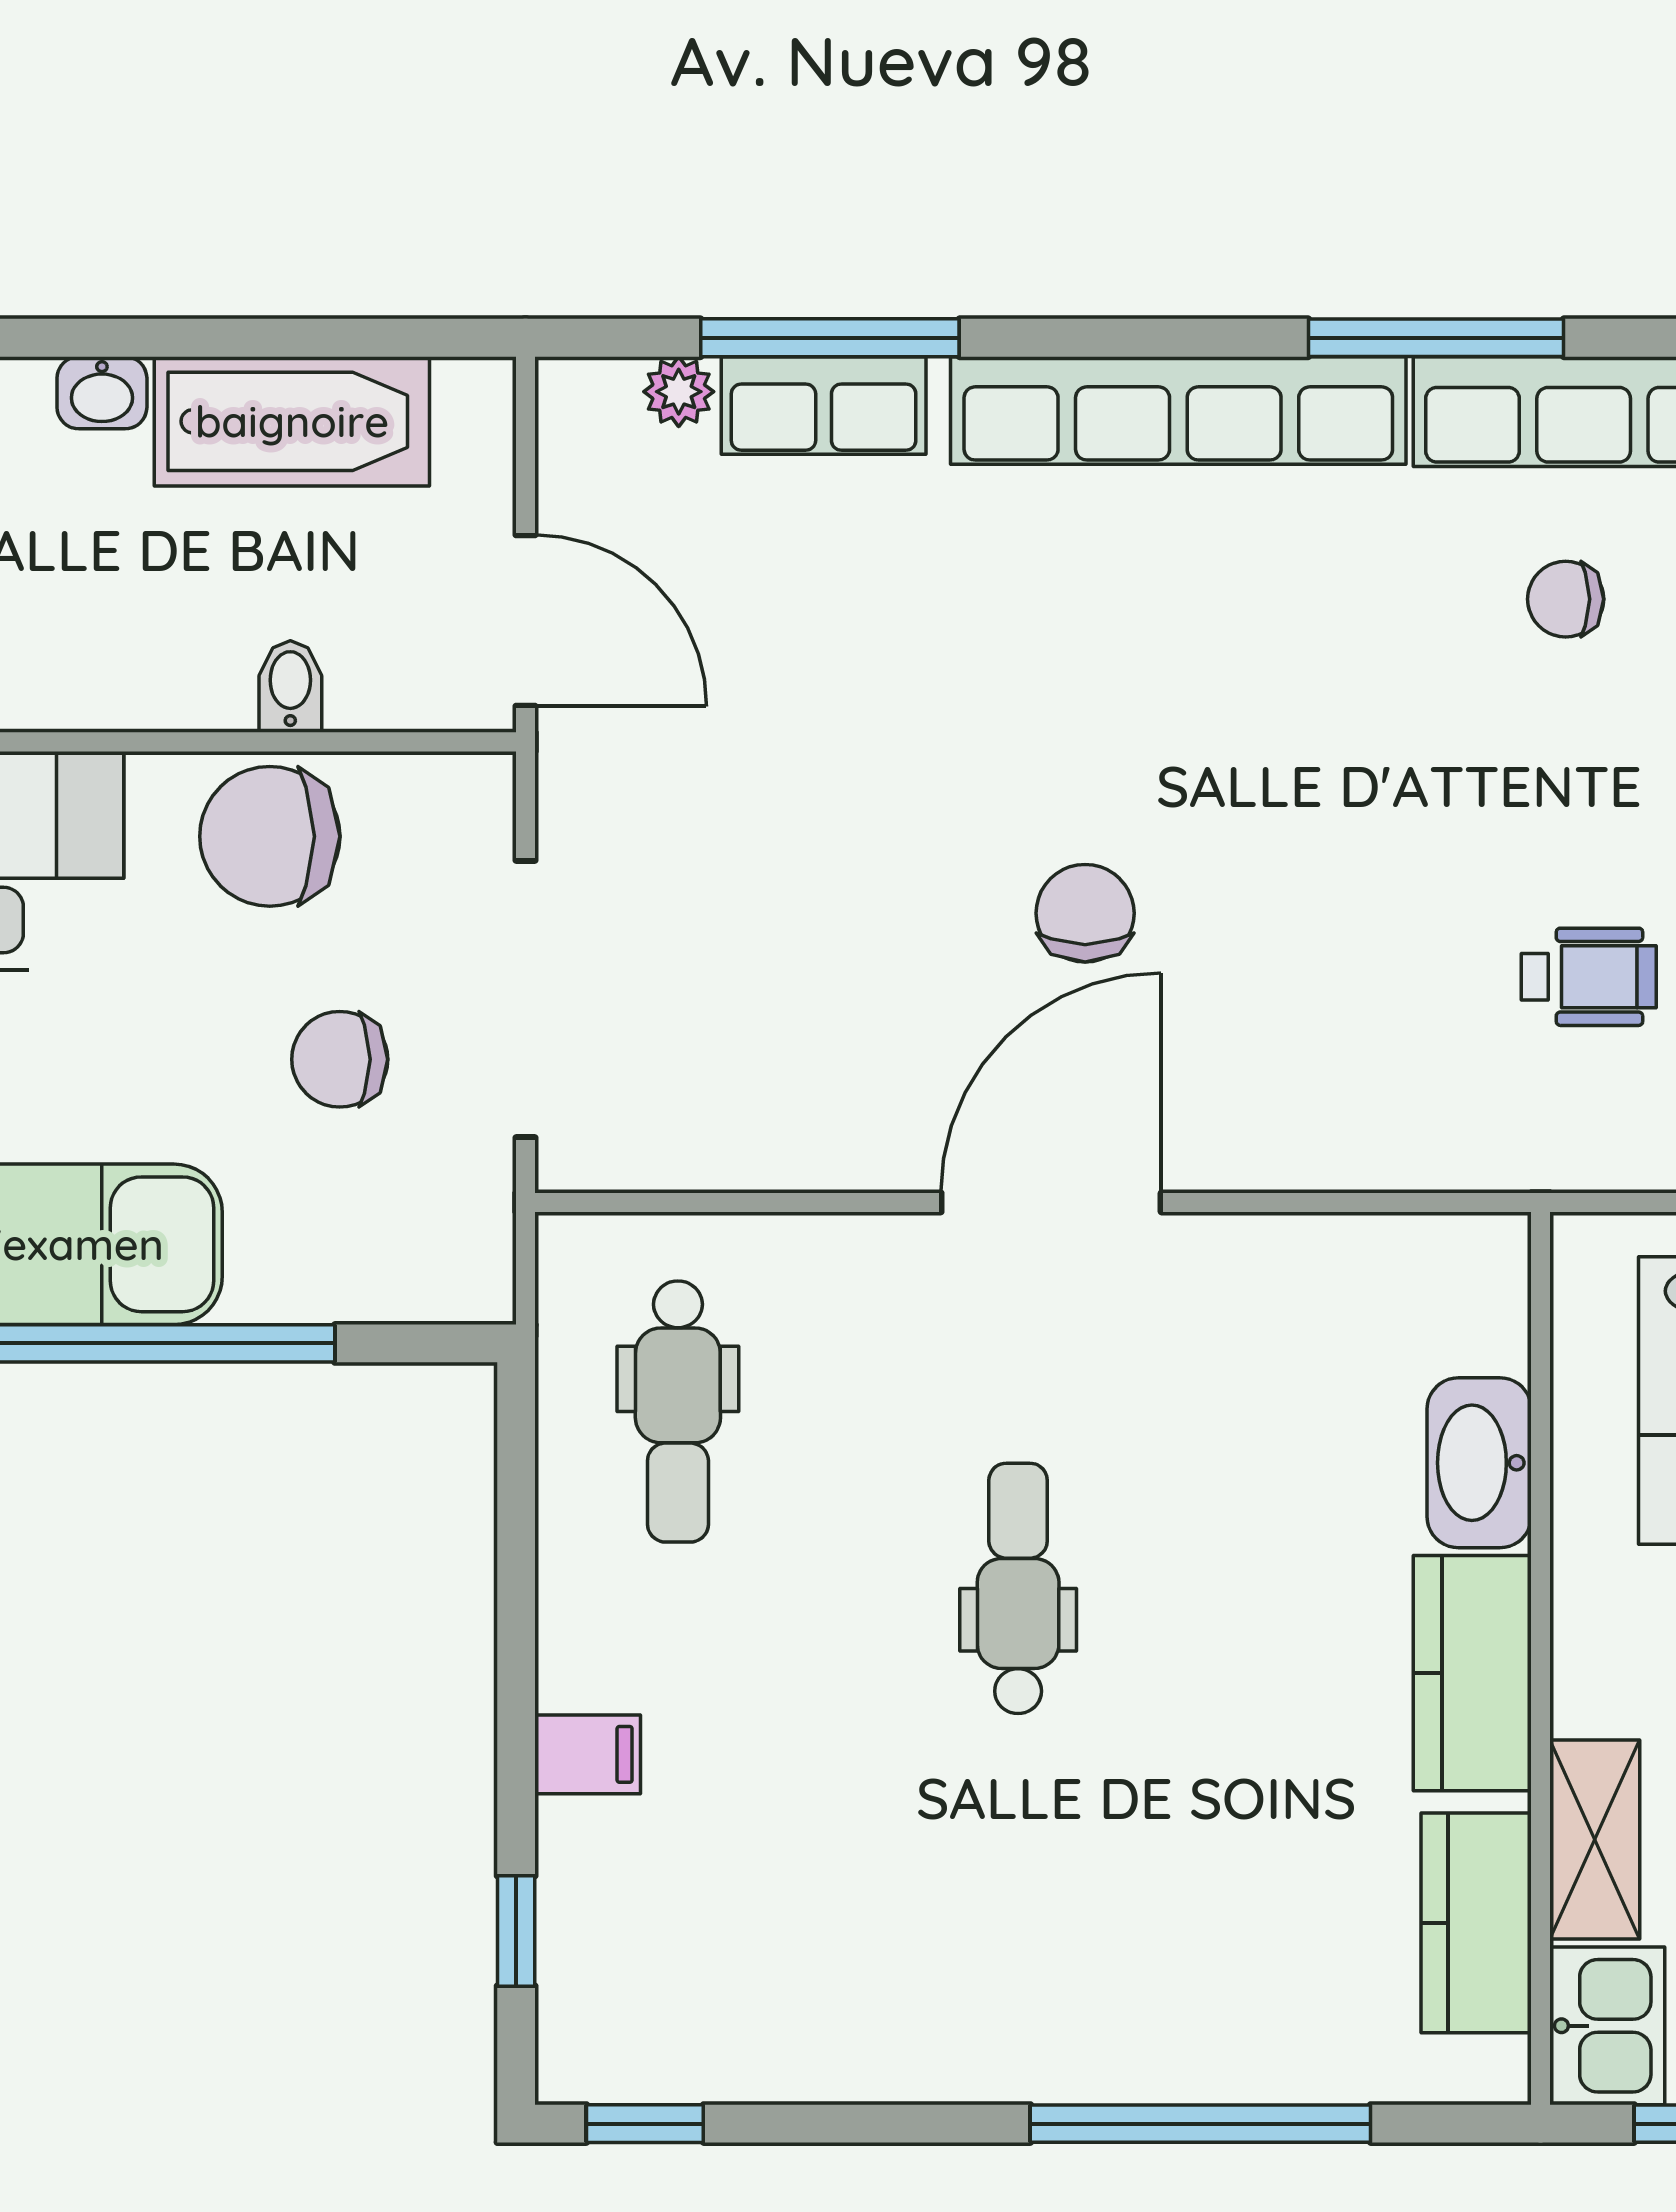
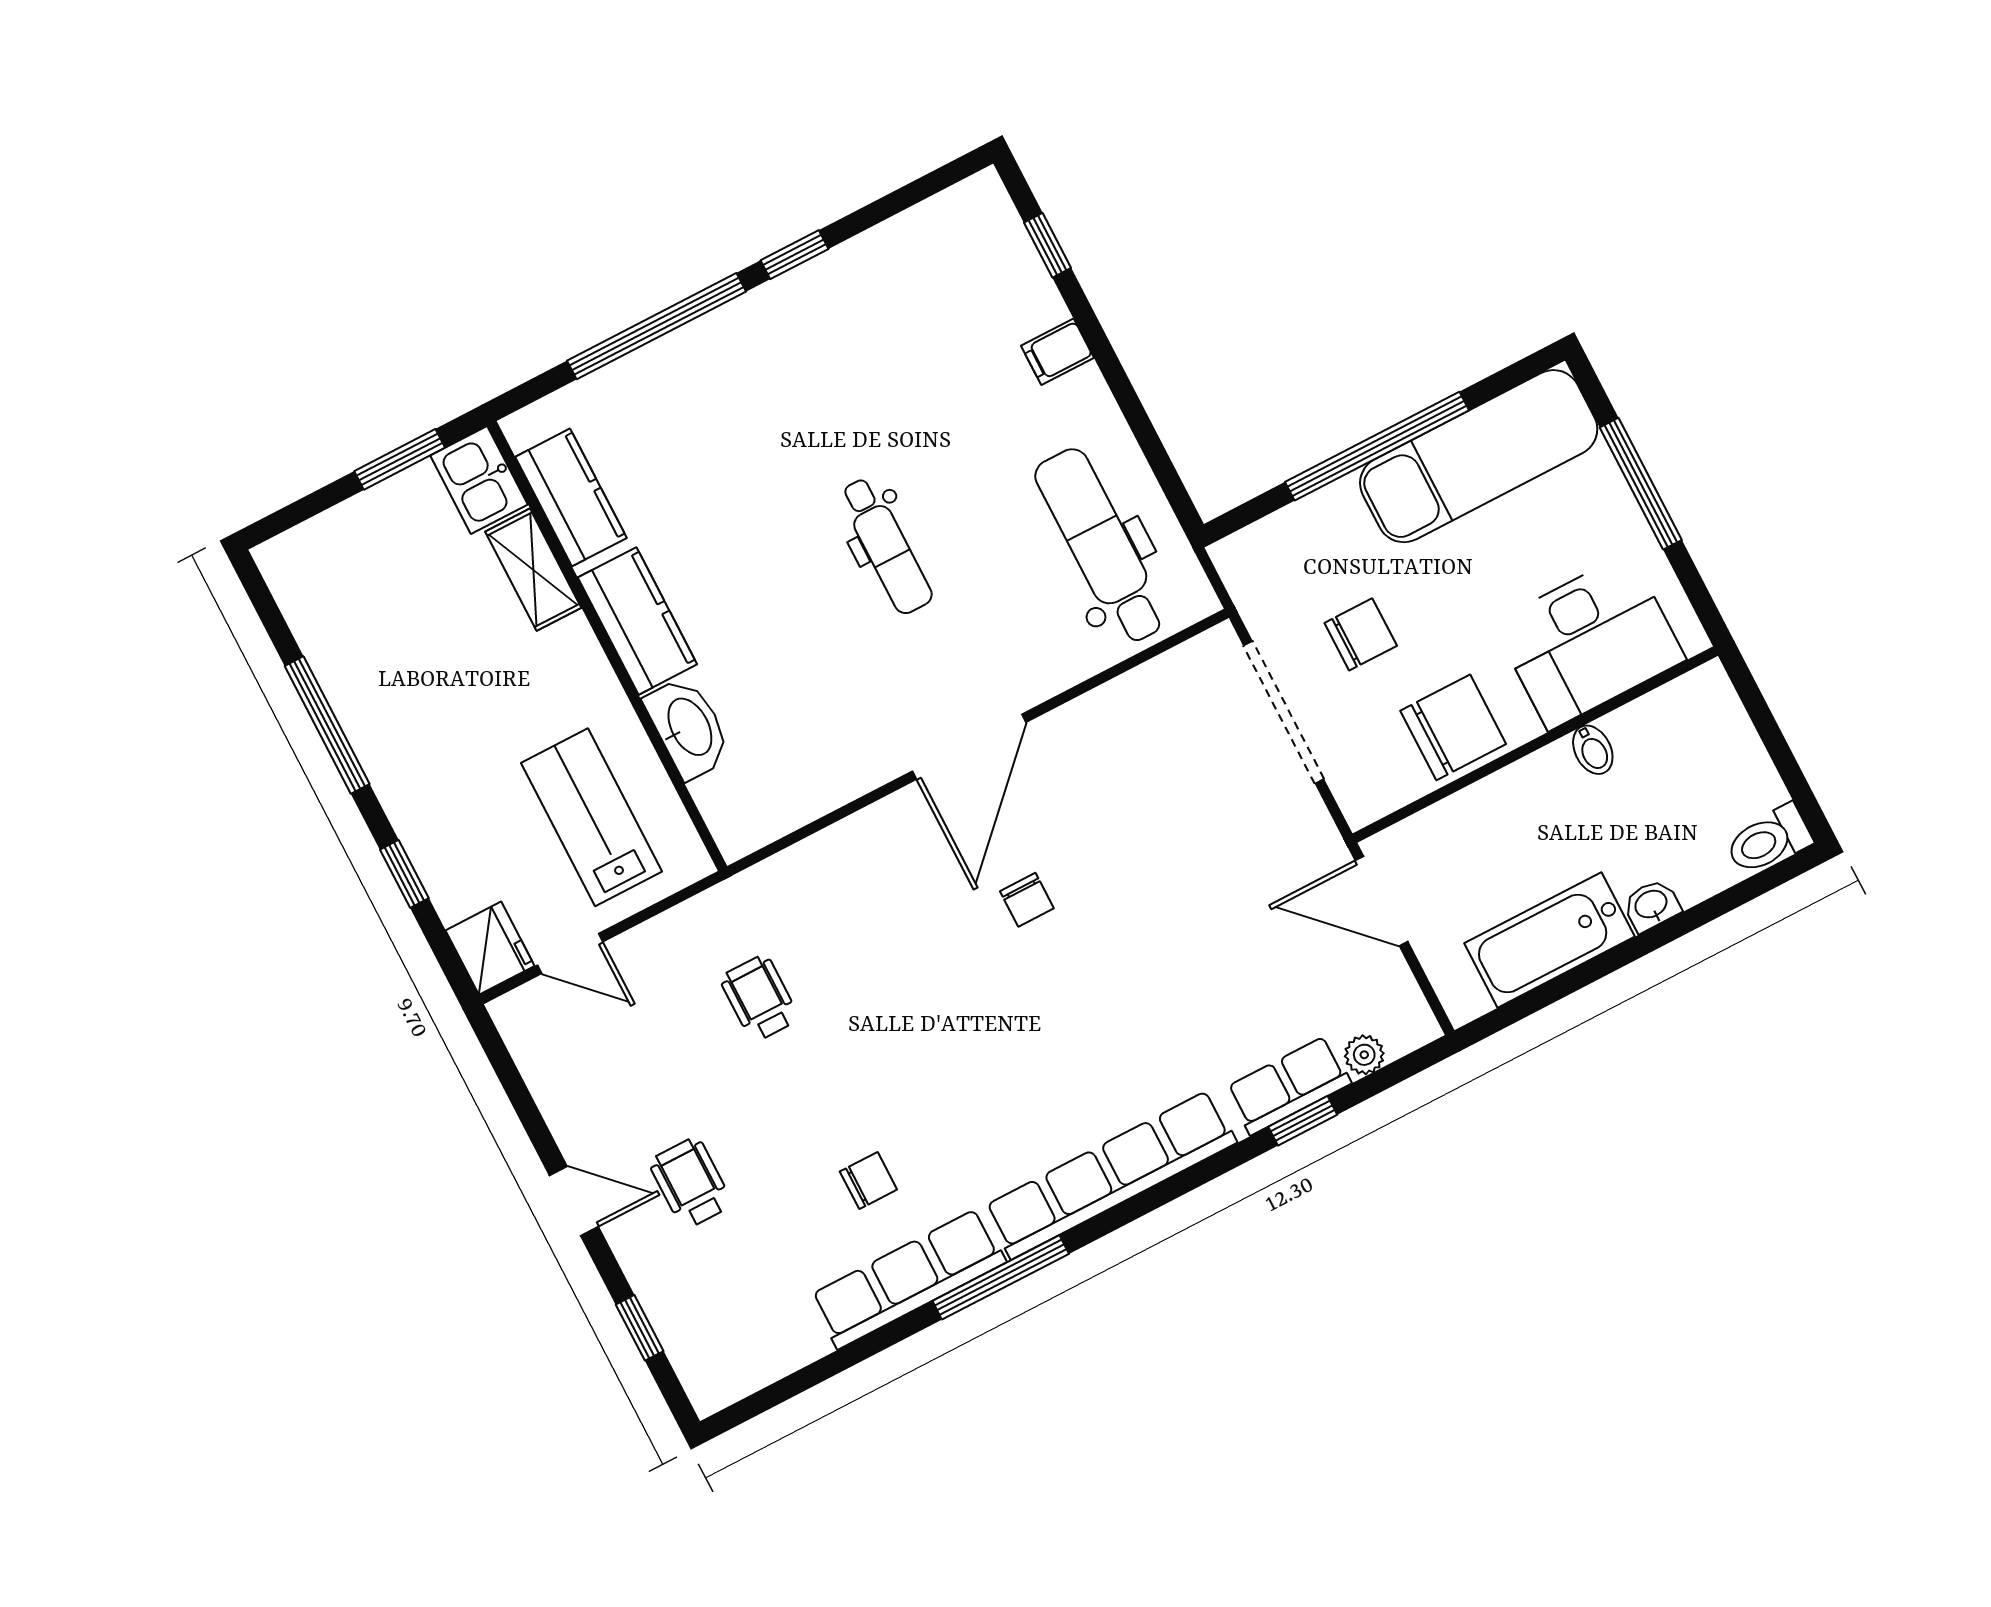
window: (830, 338) -> (1303, 1121), width x0.46
bidet: (290, 687) -> (1593, 750), moved
chair: (1085, 913) -> (1027, 900), width x0.73, depth x0.73
wheelchair: (1589, 977) -> (759, 998), turned 90
dental chair: (678, 1412) -> (1101, 546), width x1.36, depth x1.38
window: (645, 2124) -> (794, 255), moved

